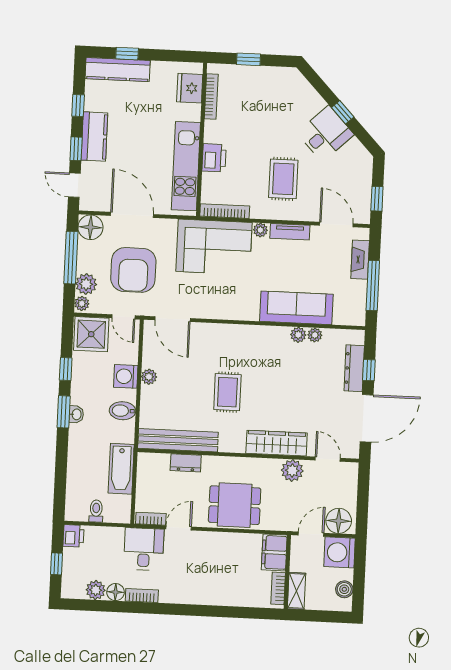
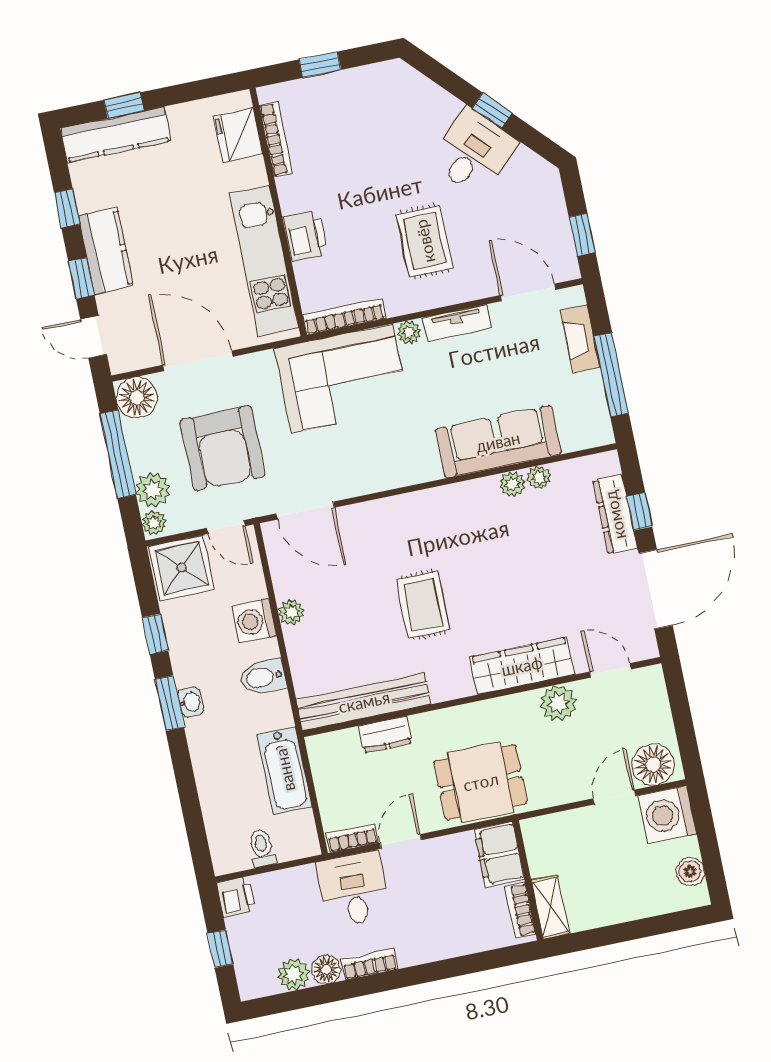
filing cabinet: (274, 552) -> (499, 855), moved
wall: (287, 572) -> (528, 880), moved
bookcase: (278, 588) -> (520, 910), moved
shelving: (297, 591) -> (550, 907), moved

